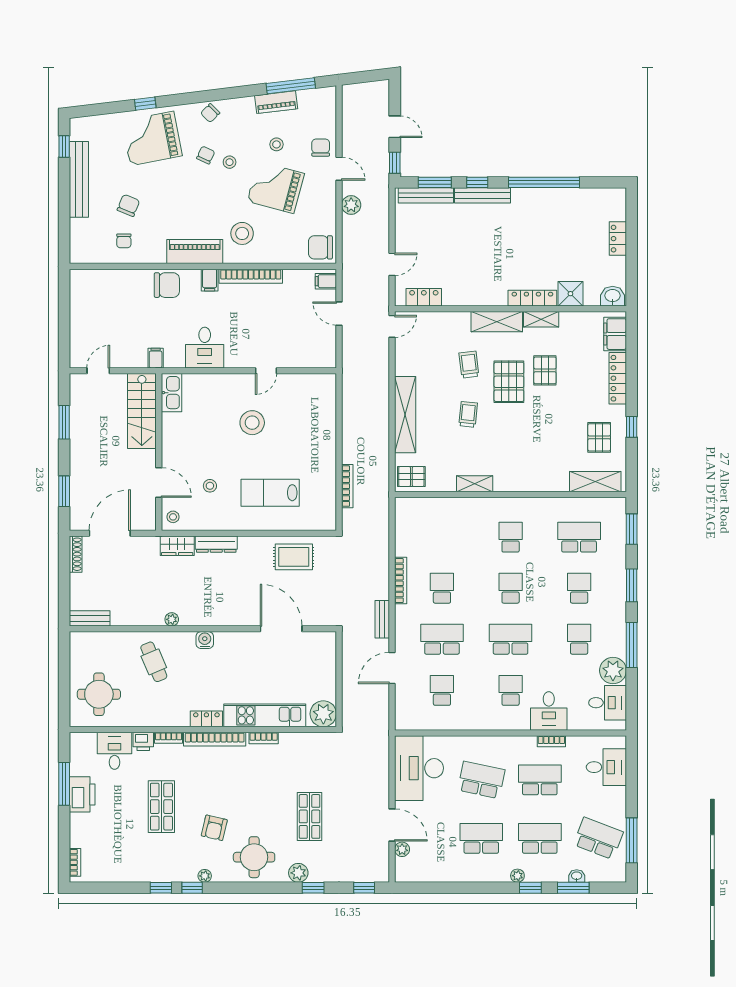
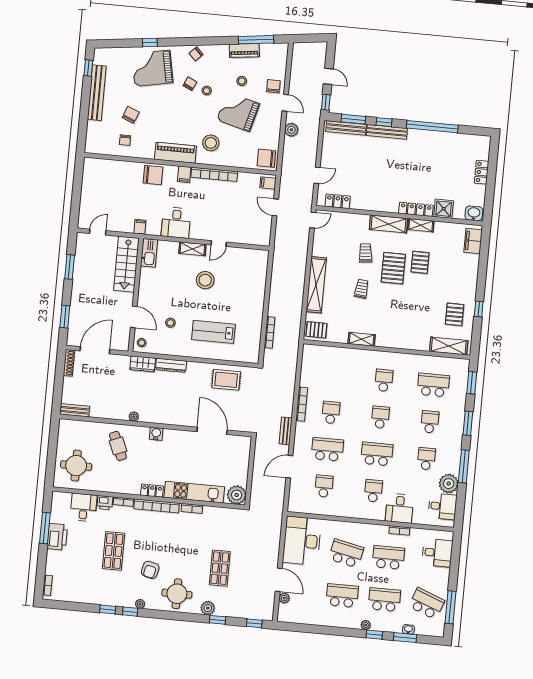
locker: (618, 378) -> (472, 273), removed
shelving: (231, 381) -> (192, 249), added

